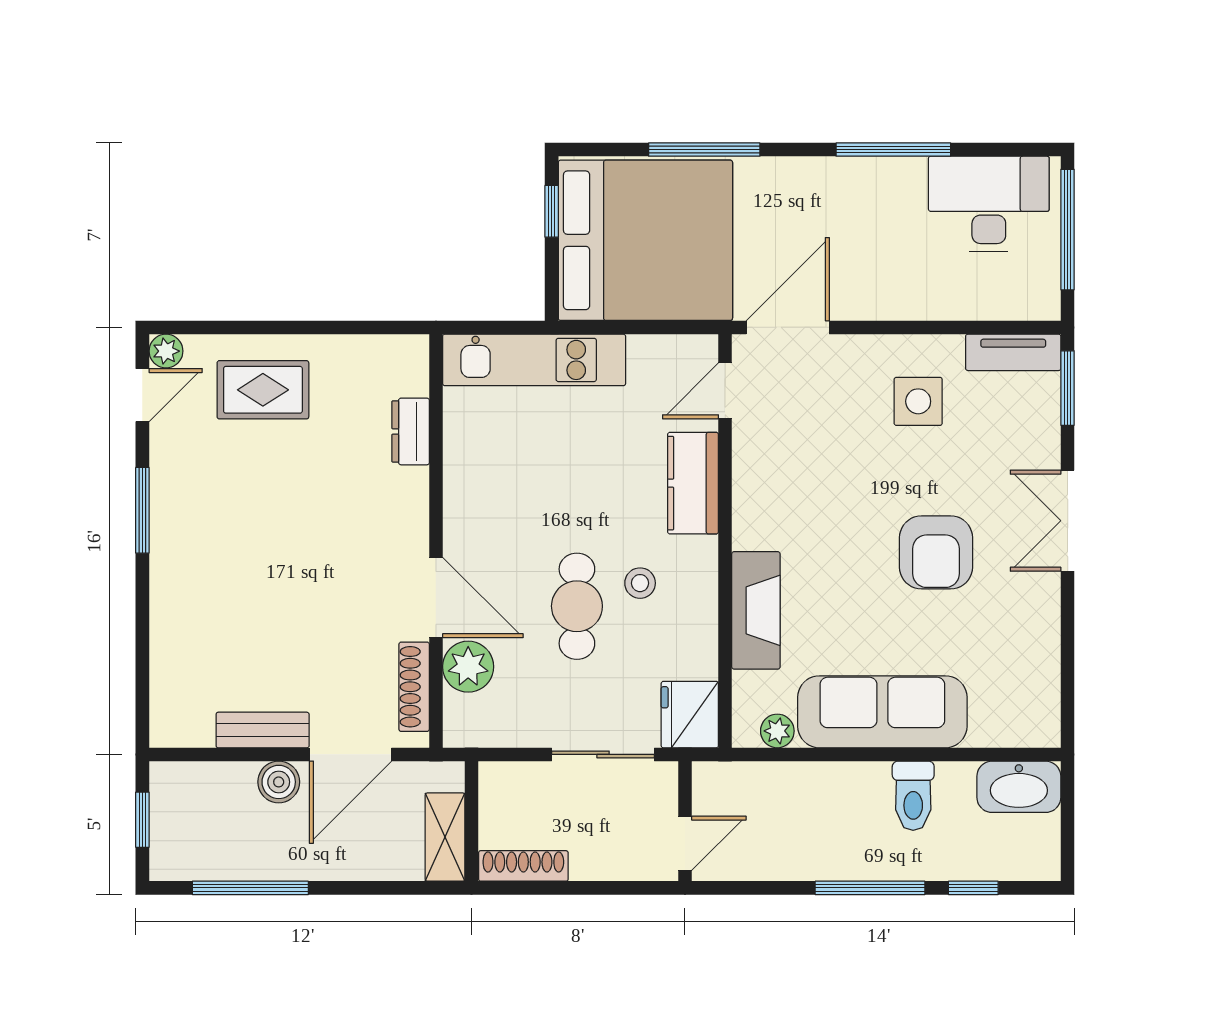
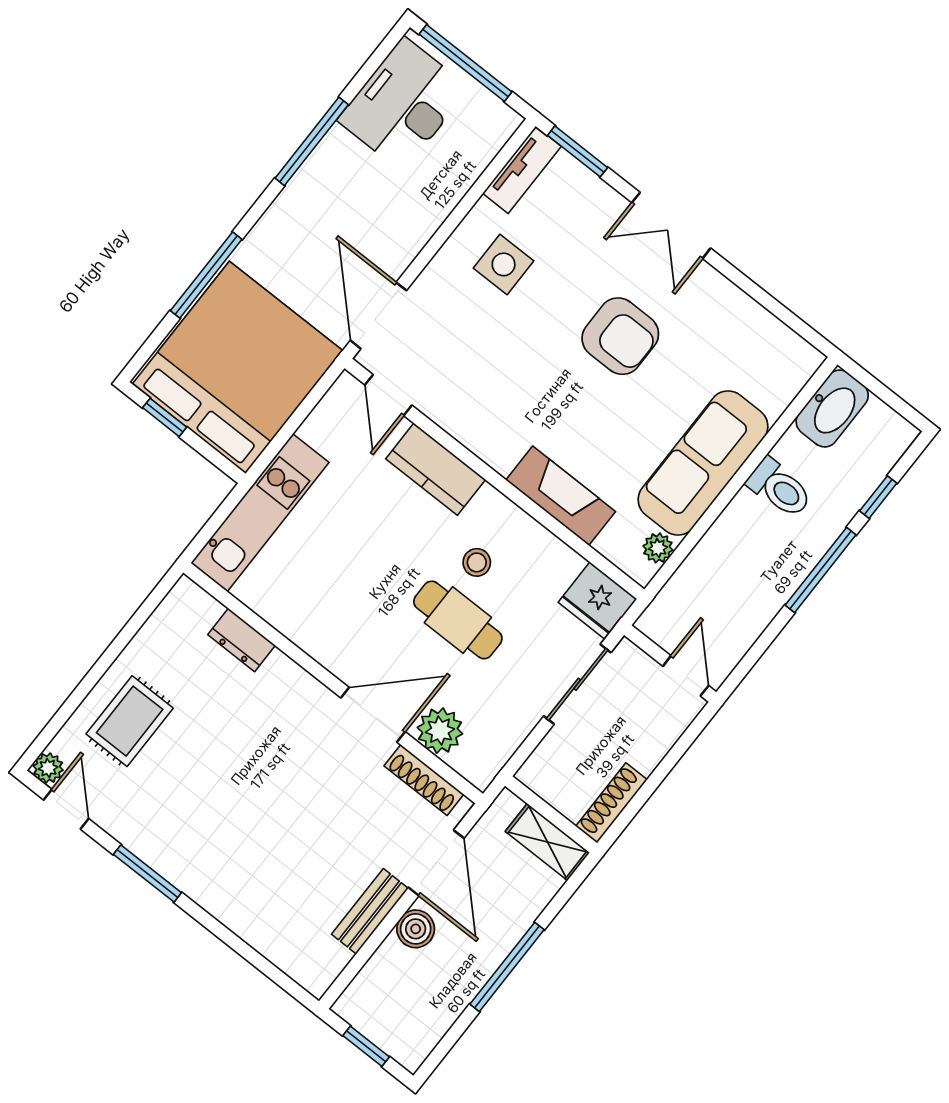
window: (250, 888) -> (507, 967), moved

